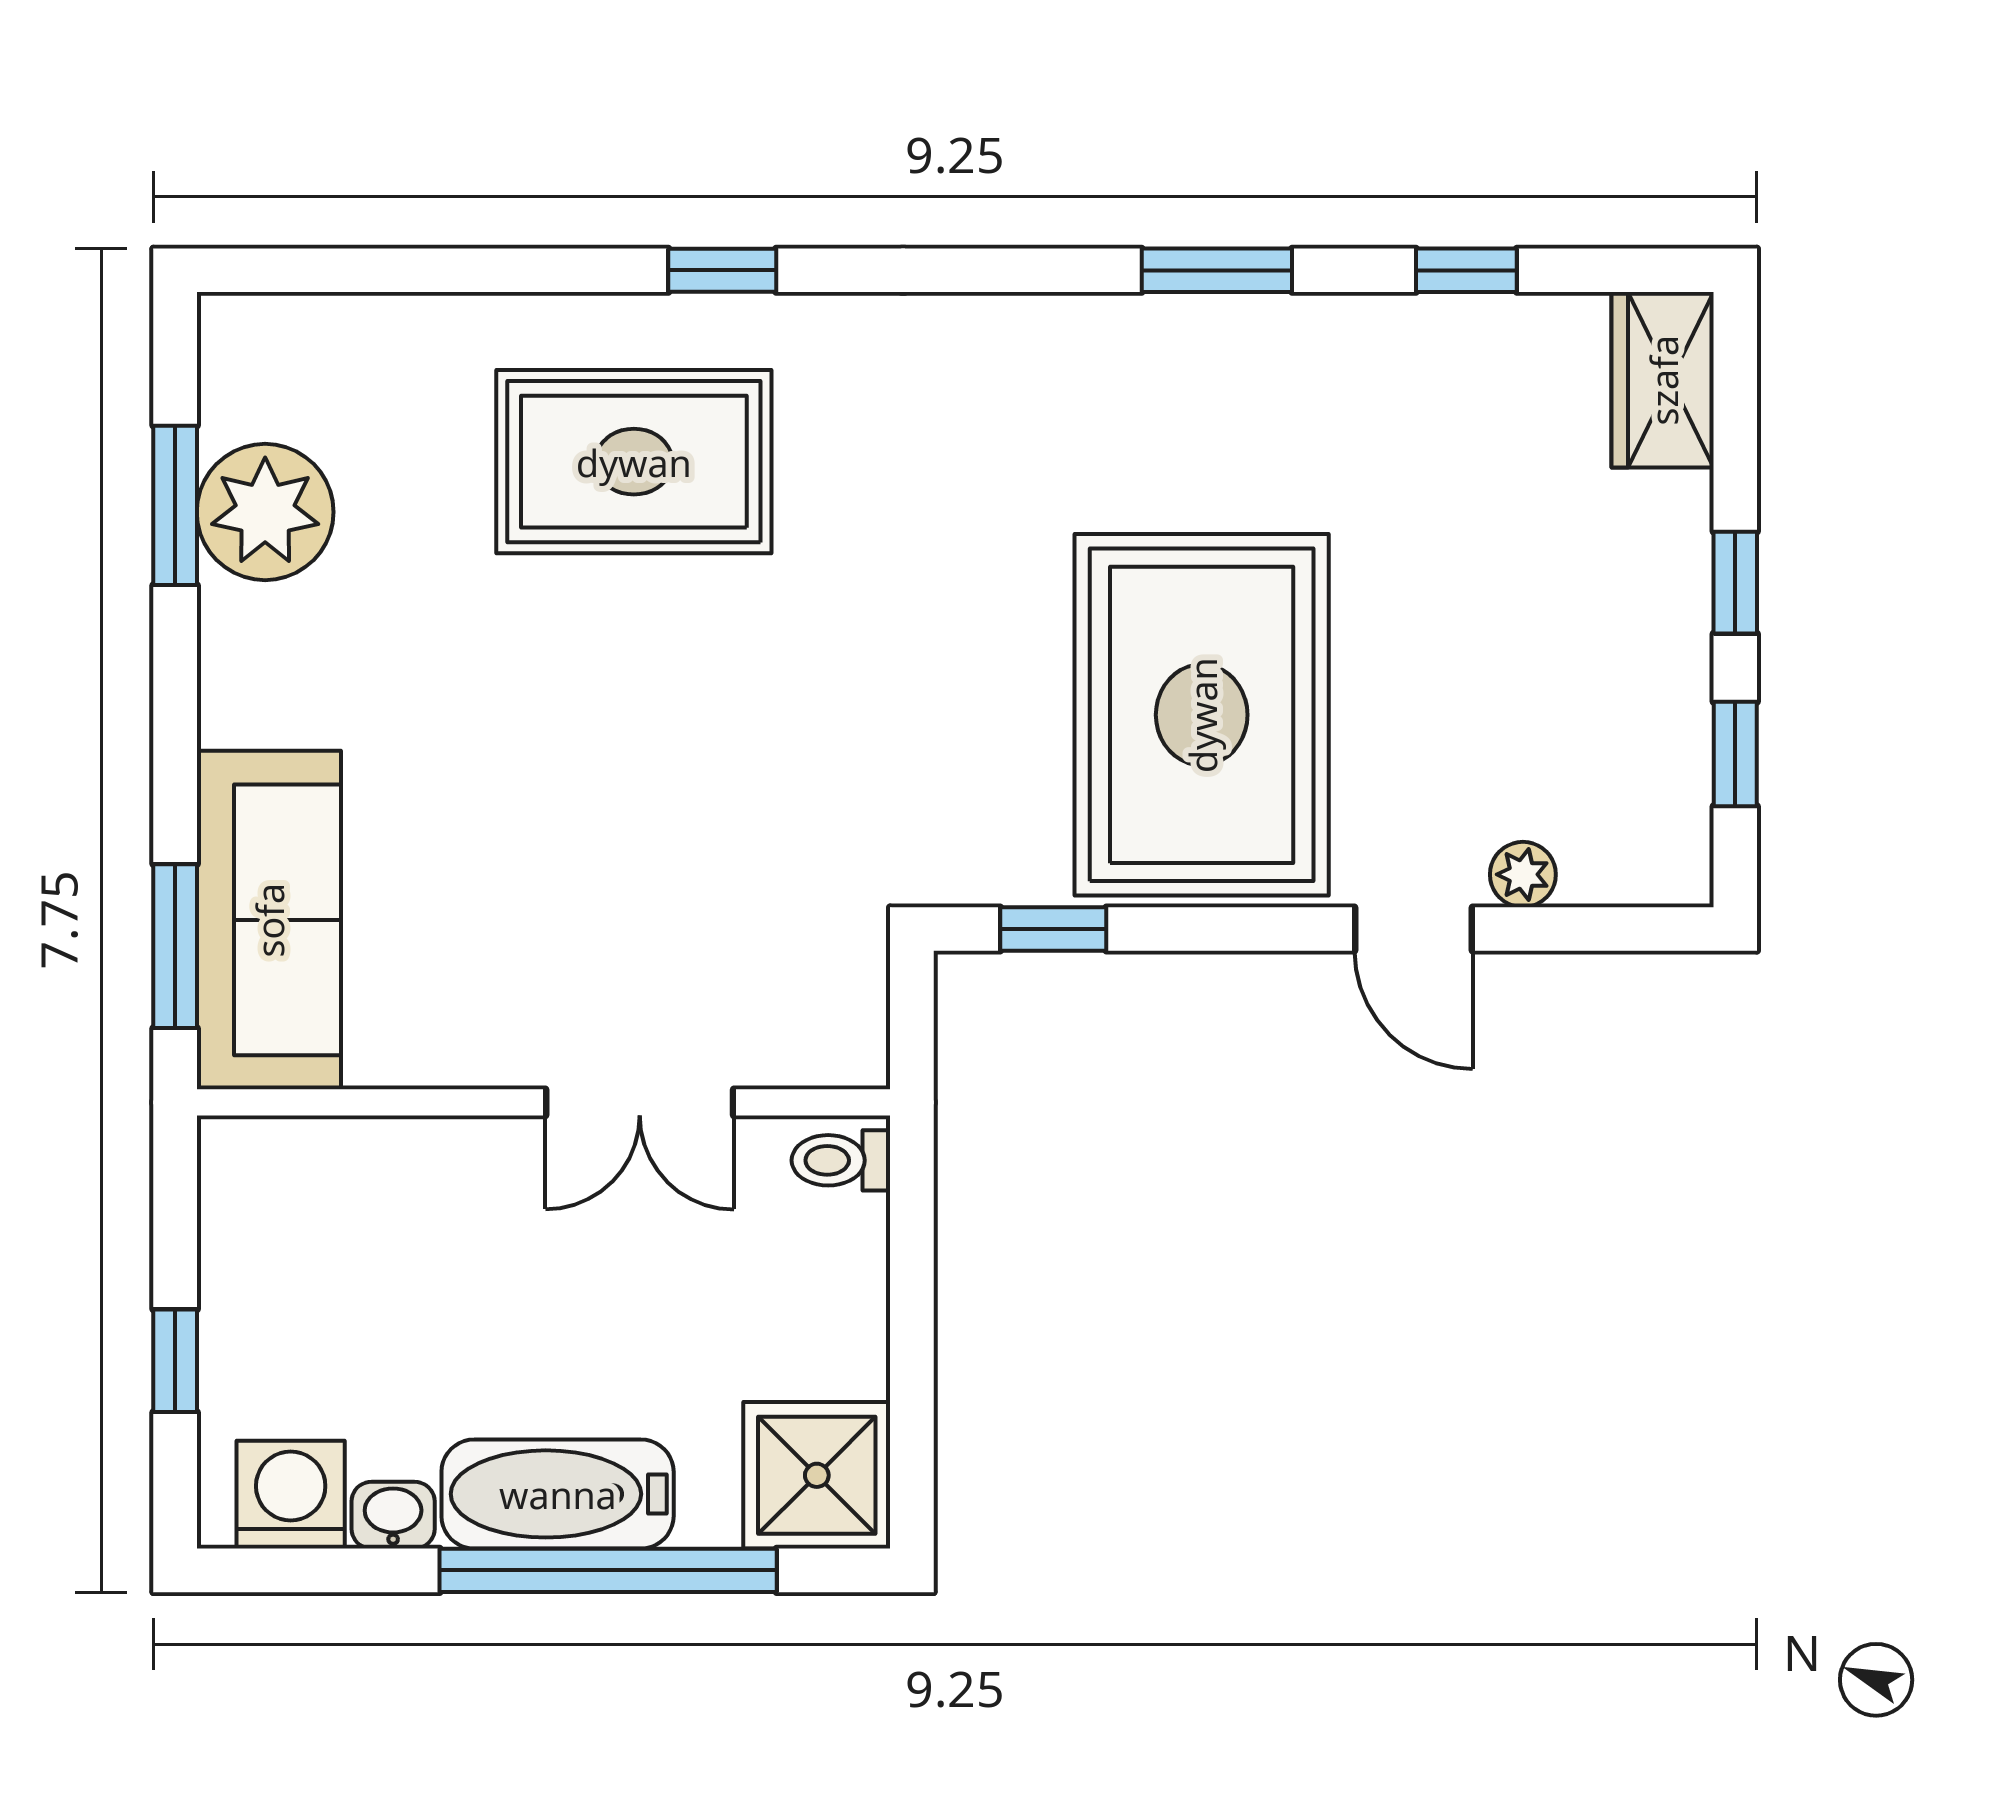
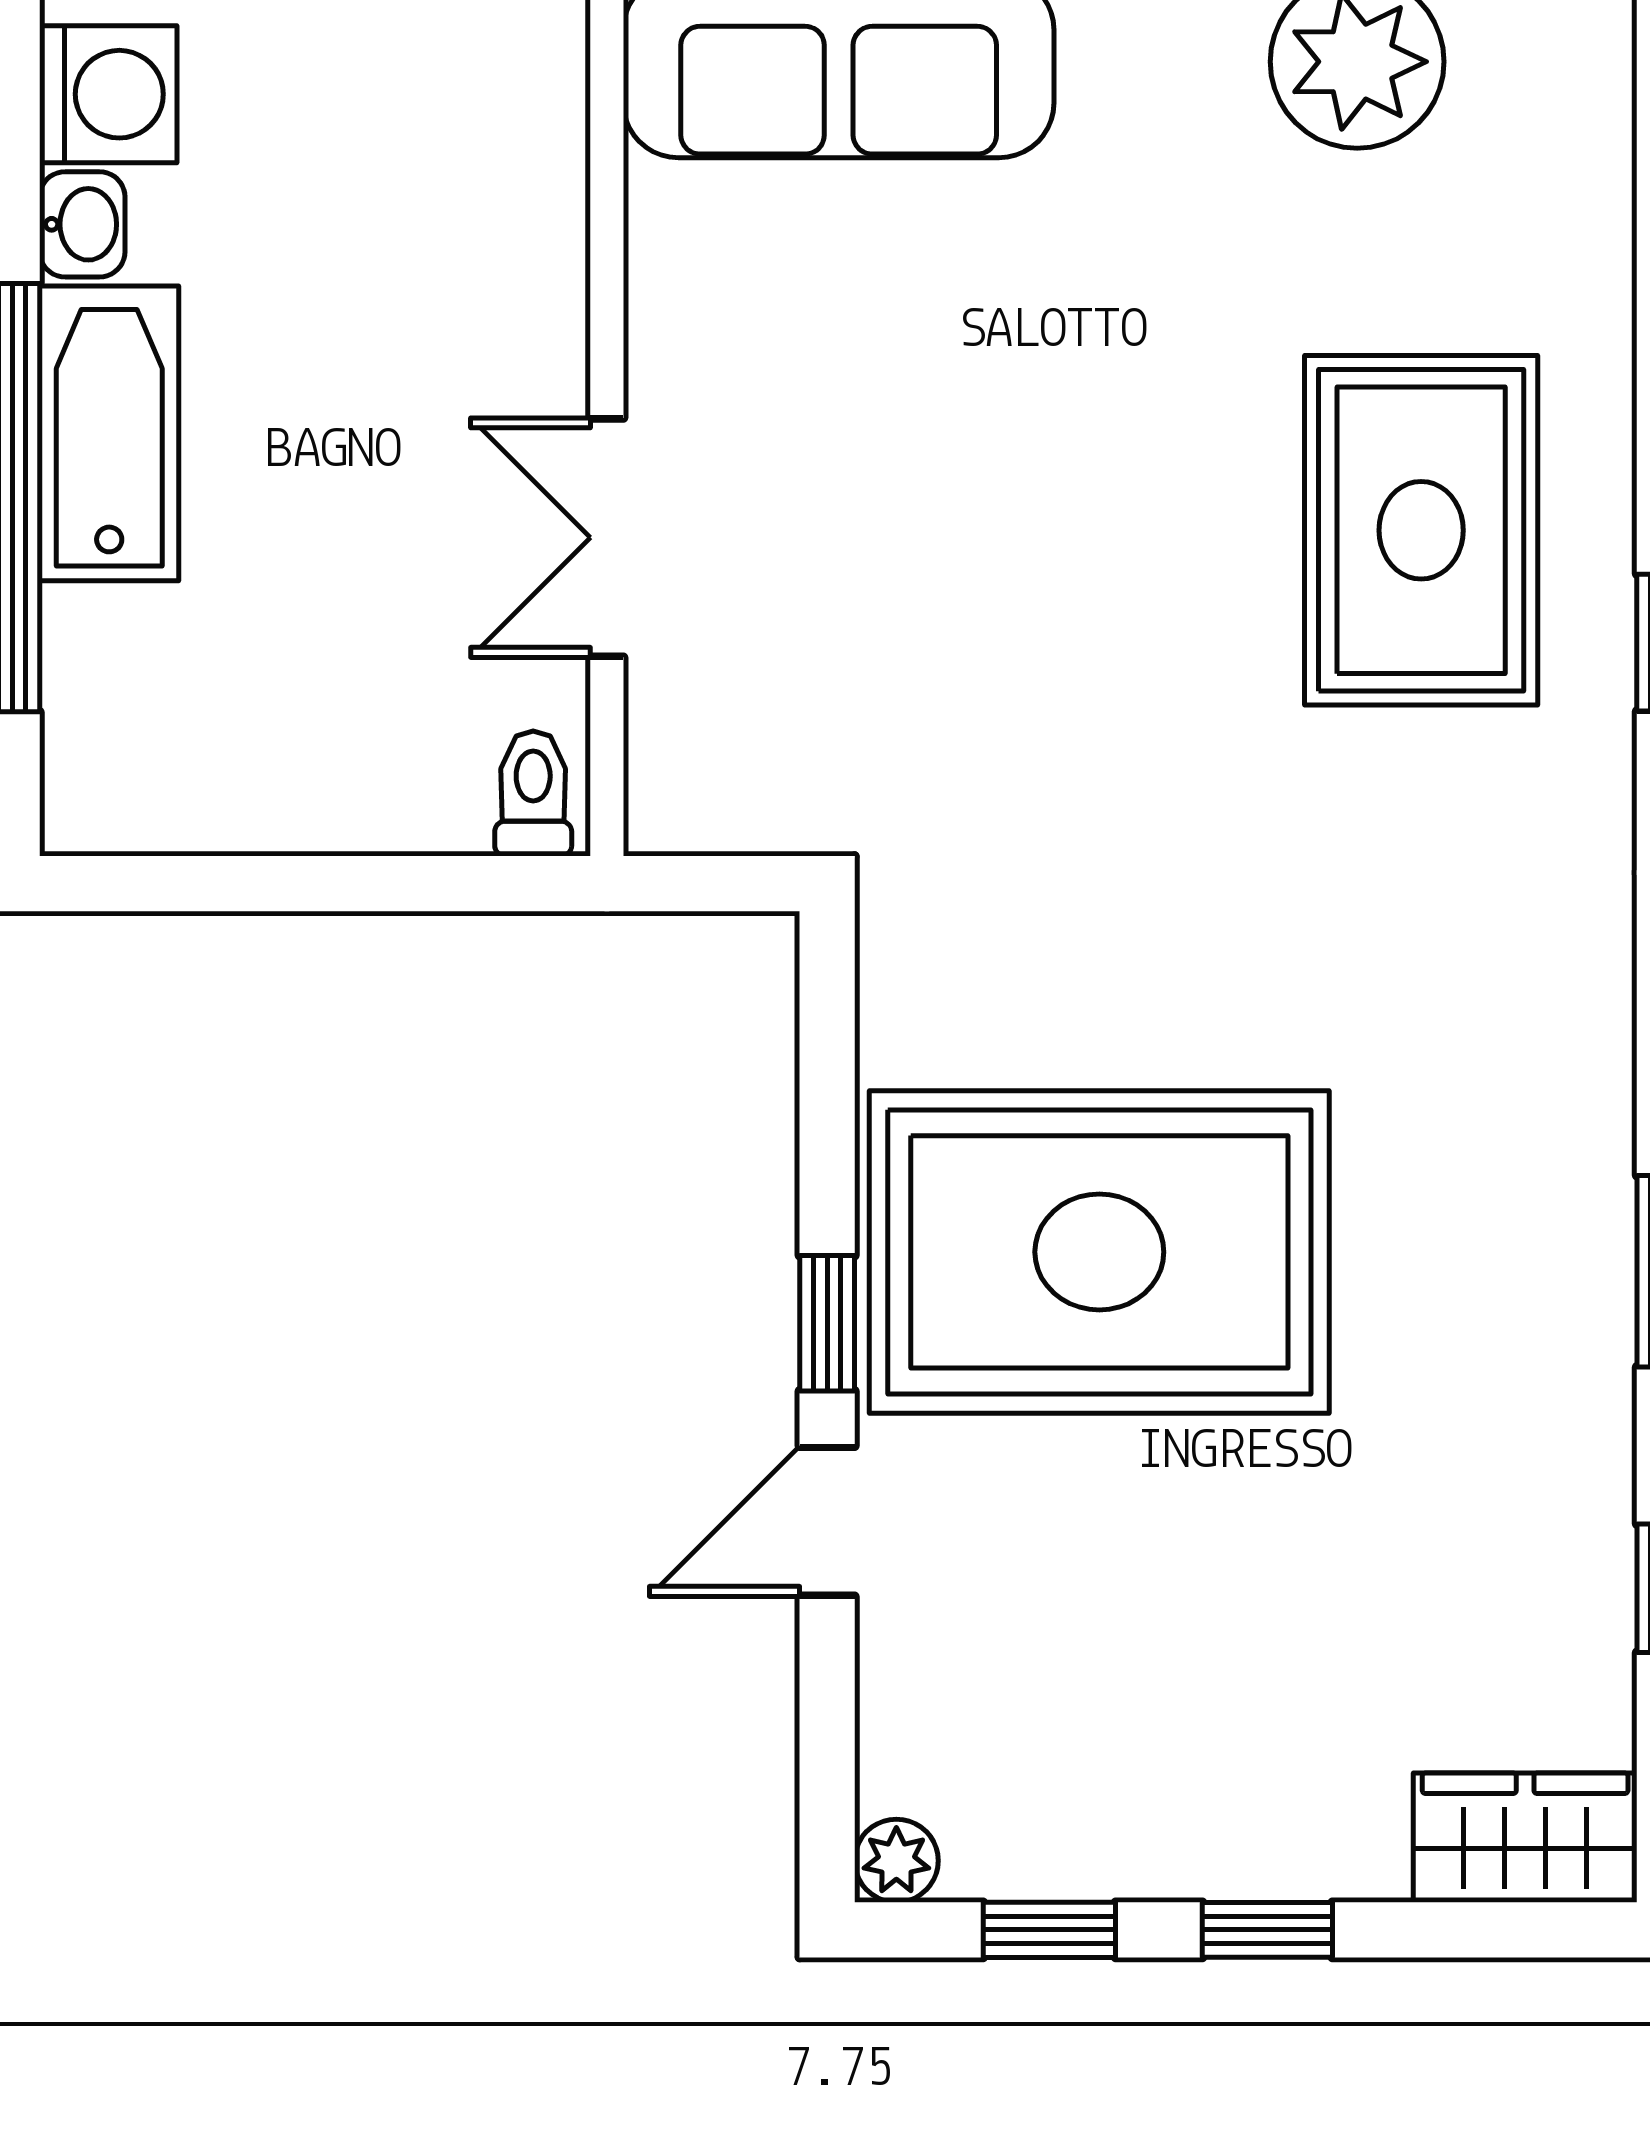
plant: (1523, 874) -> (896, 1861), moved
window: (1053, 929) -> (827, 1323), moved
shower: (817, 1475) -> (133, 763), removed

